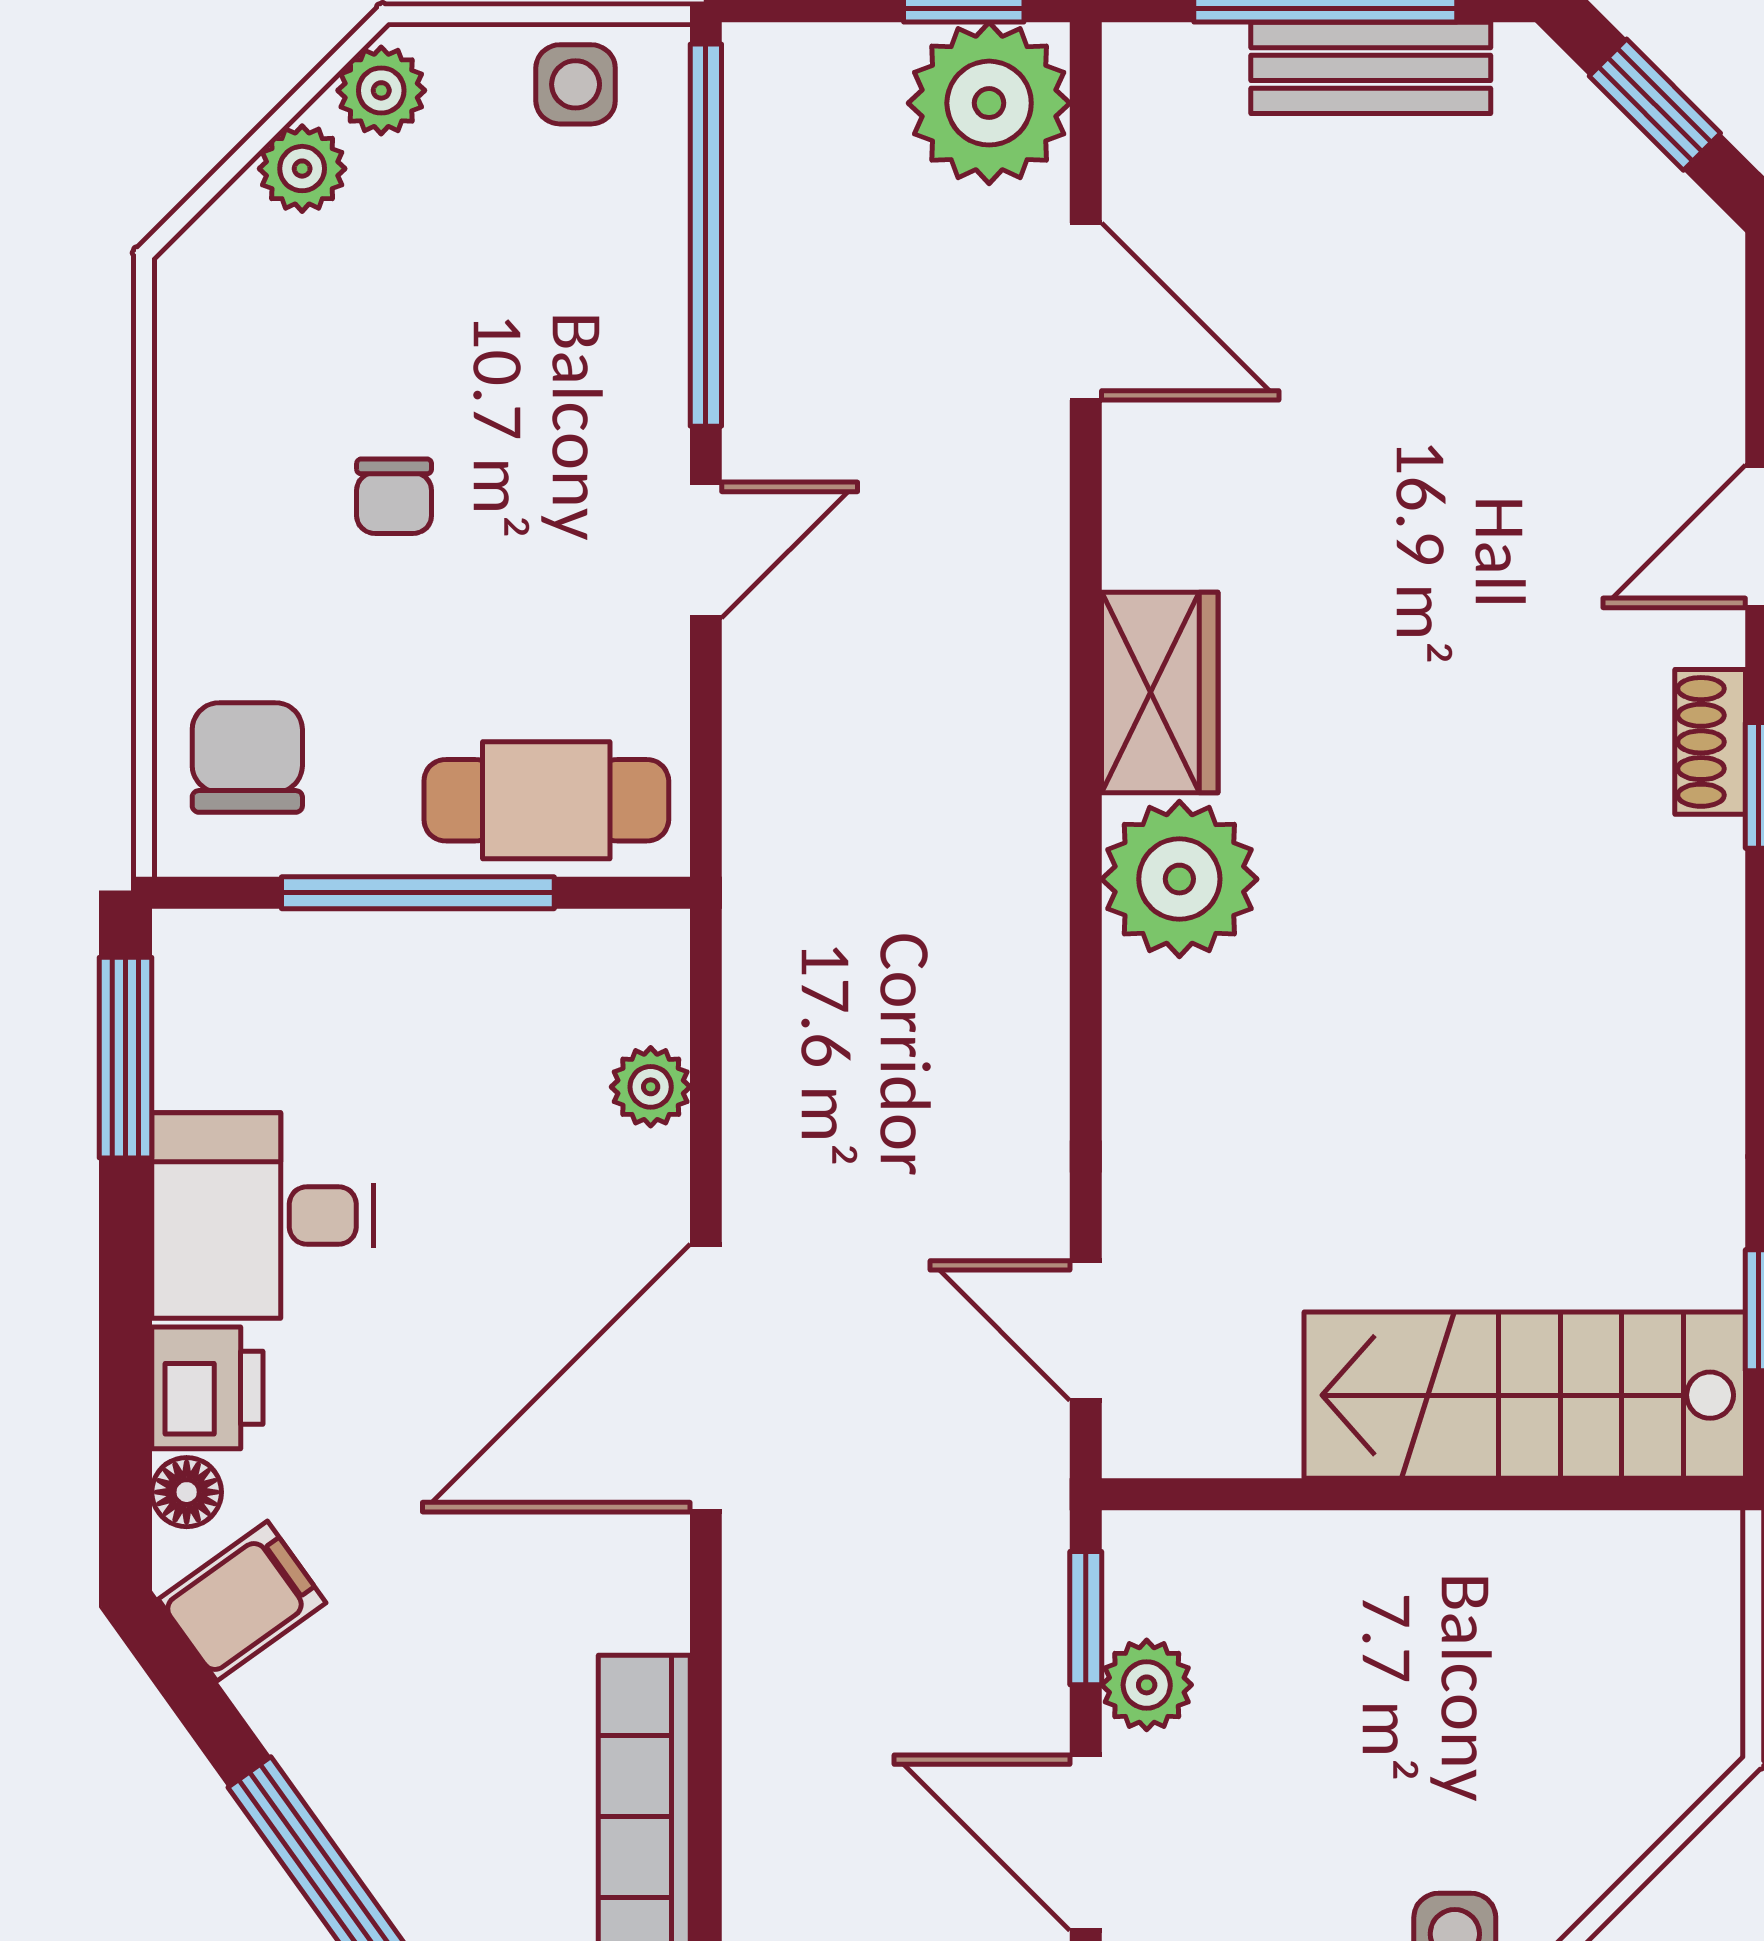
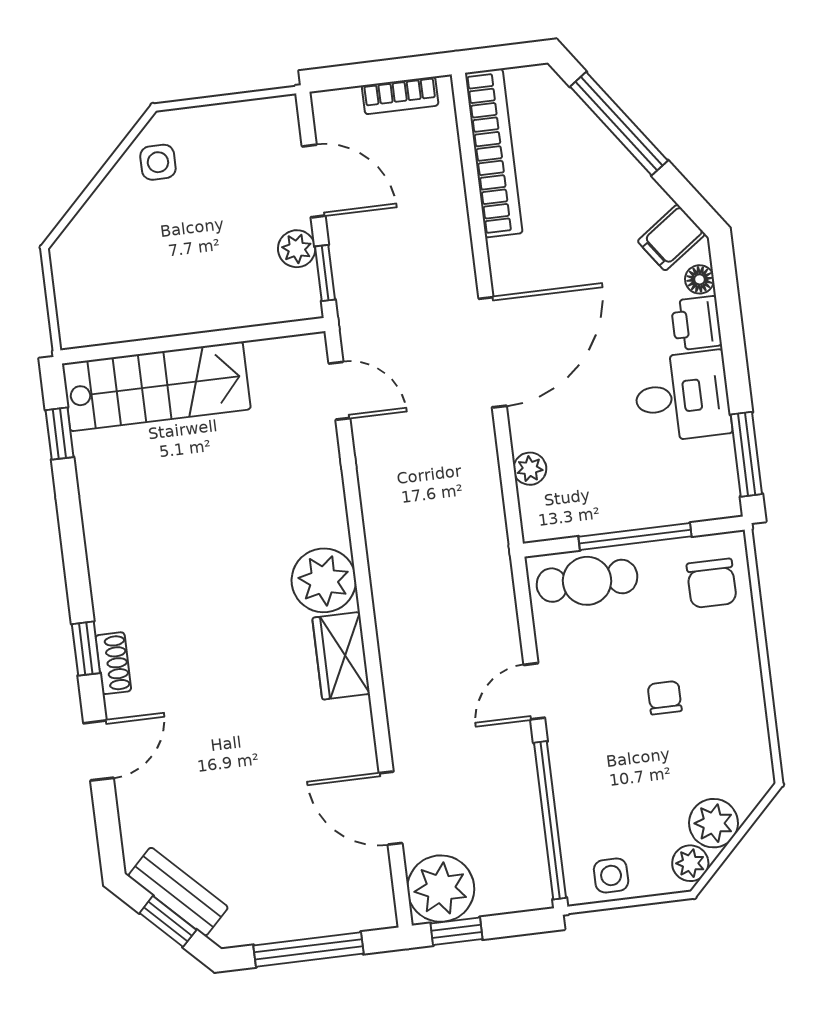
bench: (1371, 68) -> (178, 892), moved, turned 45
plant: (302, 169) -> (714, 823), width x1.38, depth x1.38

